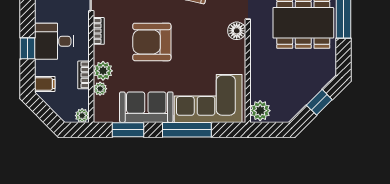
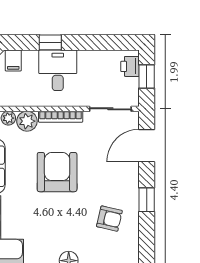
bookcase: (99, 31) -> (61, 117), width x1.56
bookcase: (83, 75) -> (23, 101), removed

